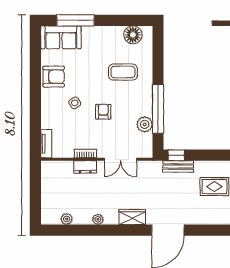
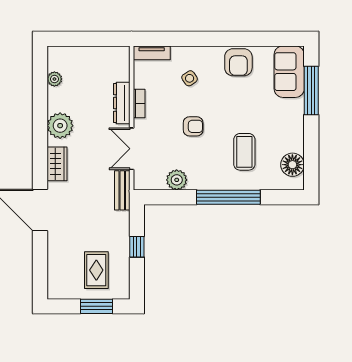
side table: (75, 103) -> (190, 78), moved
window: (158, 109) -> (228, 197), moved
window: (176, 155) -> (137, 247), moved
bench: (178, 166) -> (122, 190), moved
dresser: (85, 167) -> (122, 103), width x1.44
plant: (98, 219) -> (60, 126), width x1.88, depth x1.88

